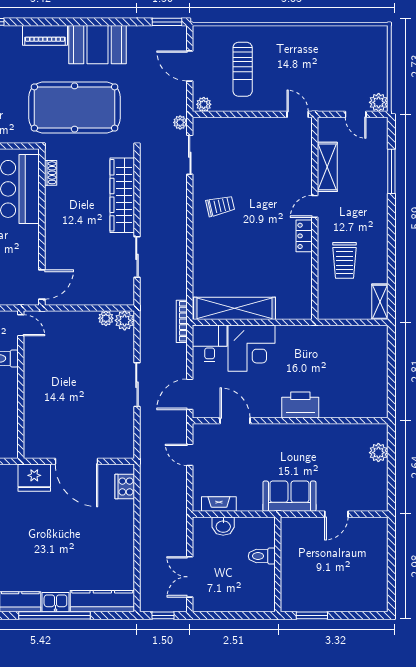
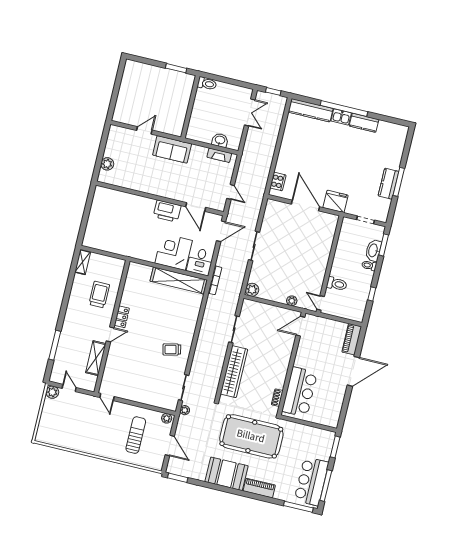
plant: (106, 318) -> (292, 301), moved
printer: (300, 405) -> (167, 211), moved
toilet: (262, 556) -> (207, 84), moved

